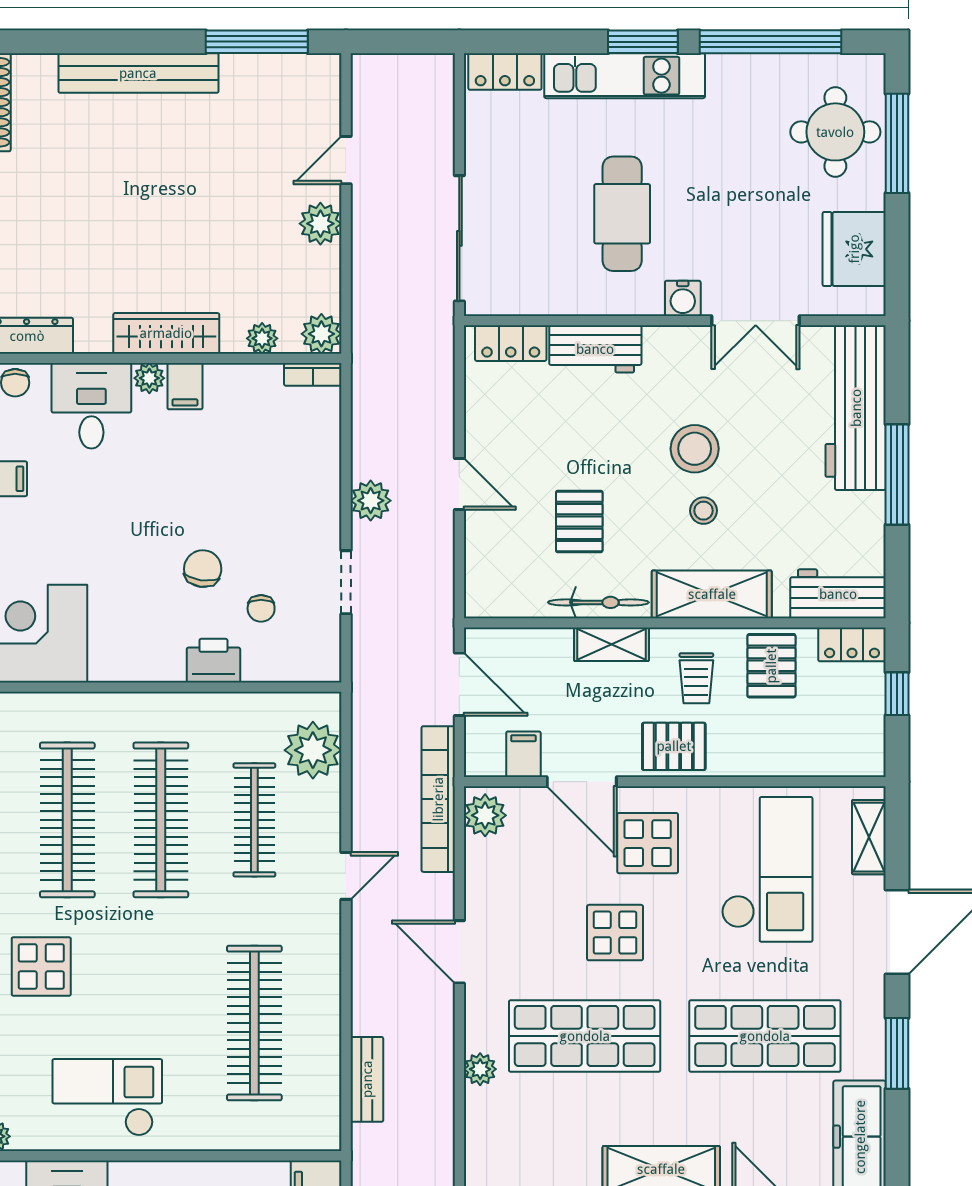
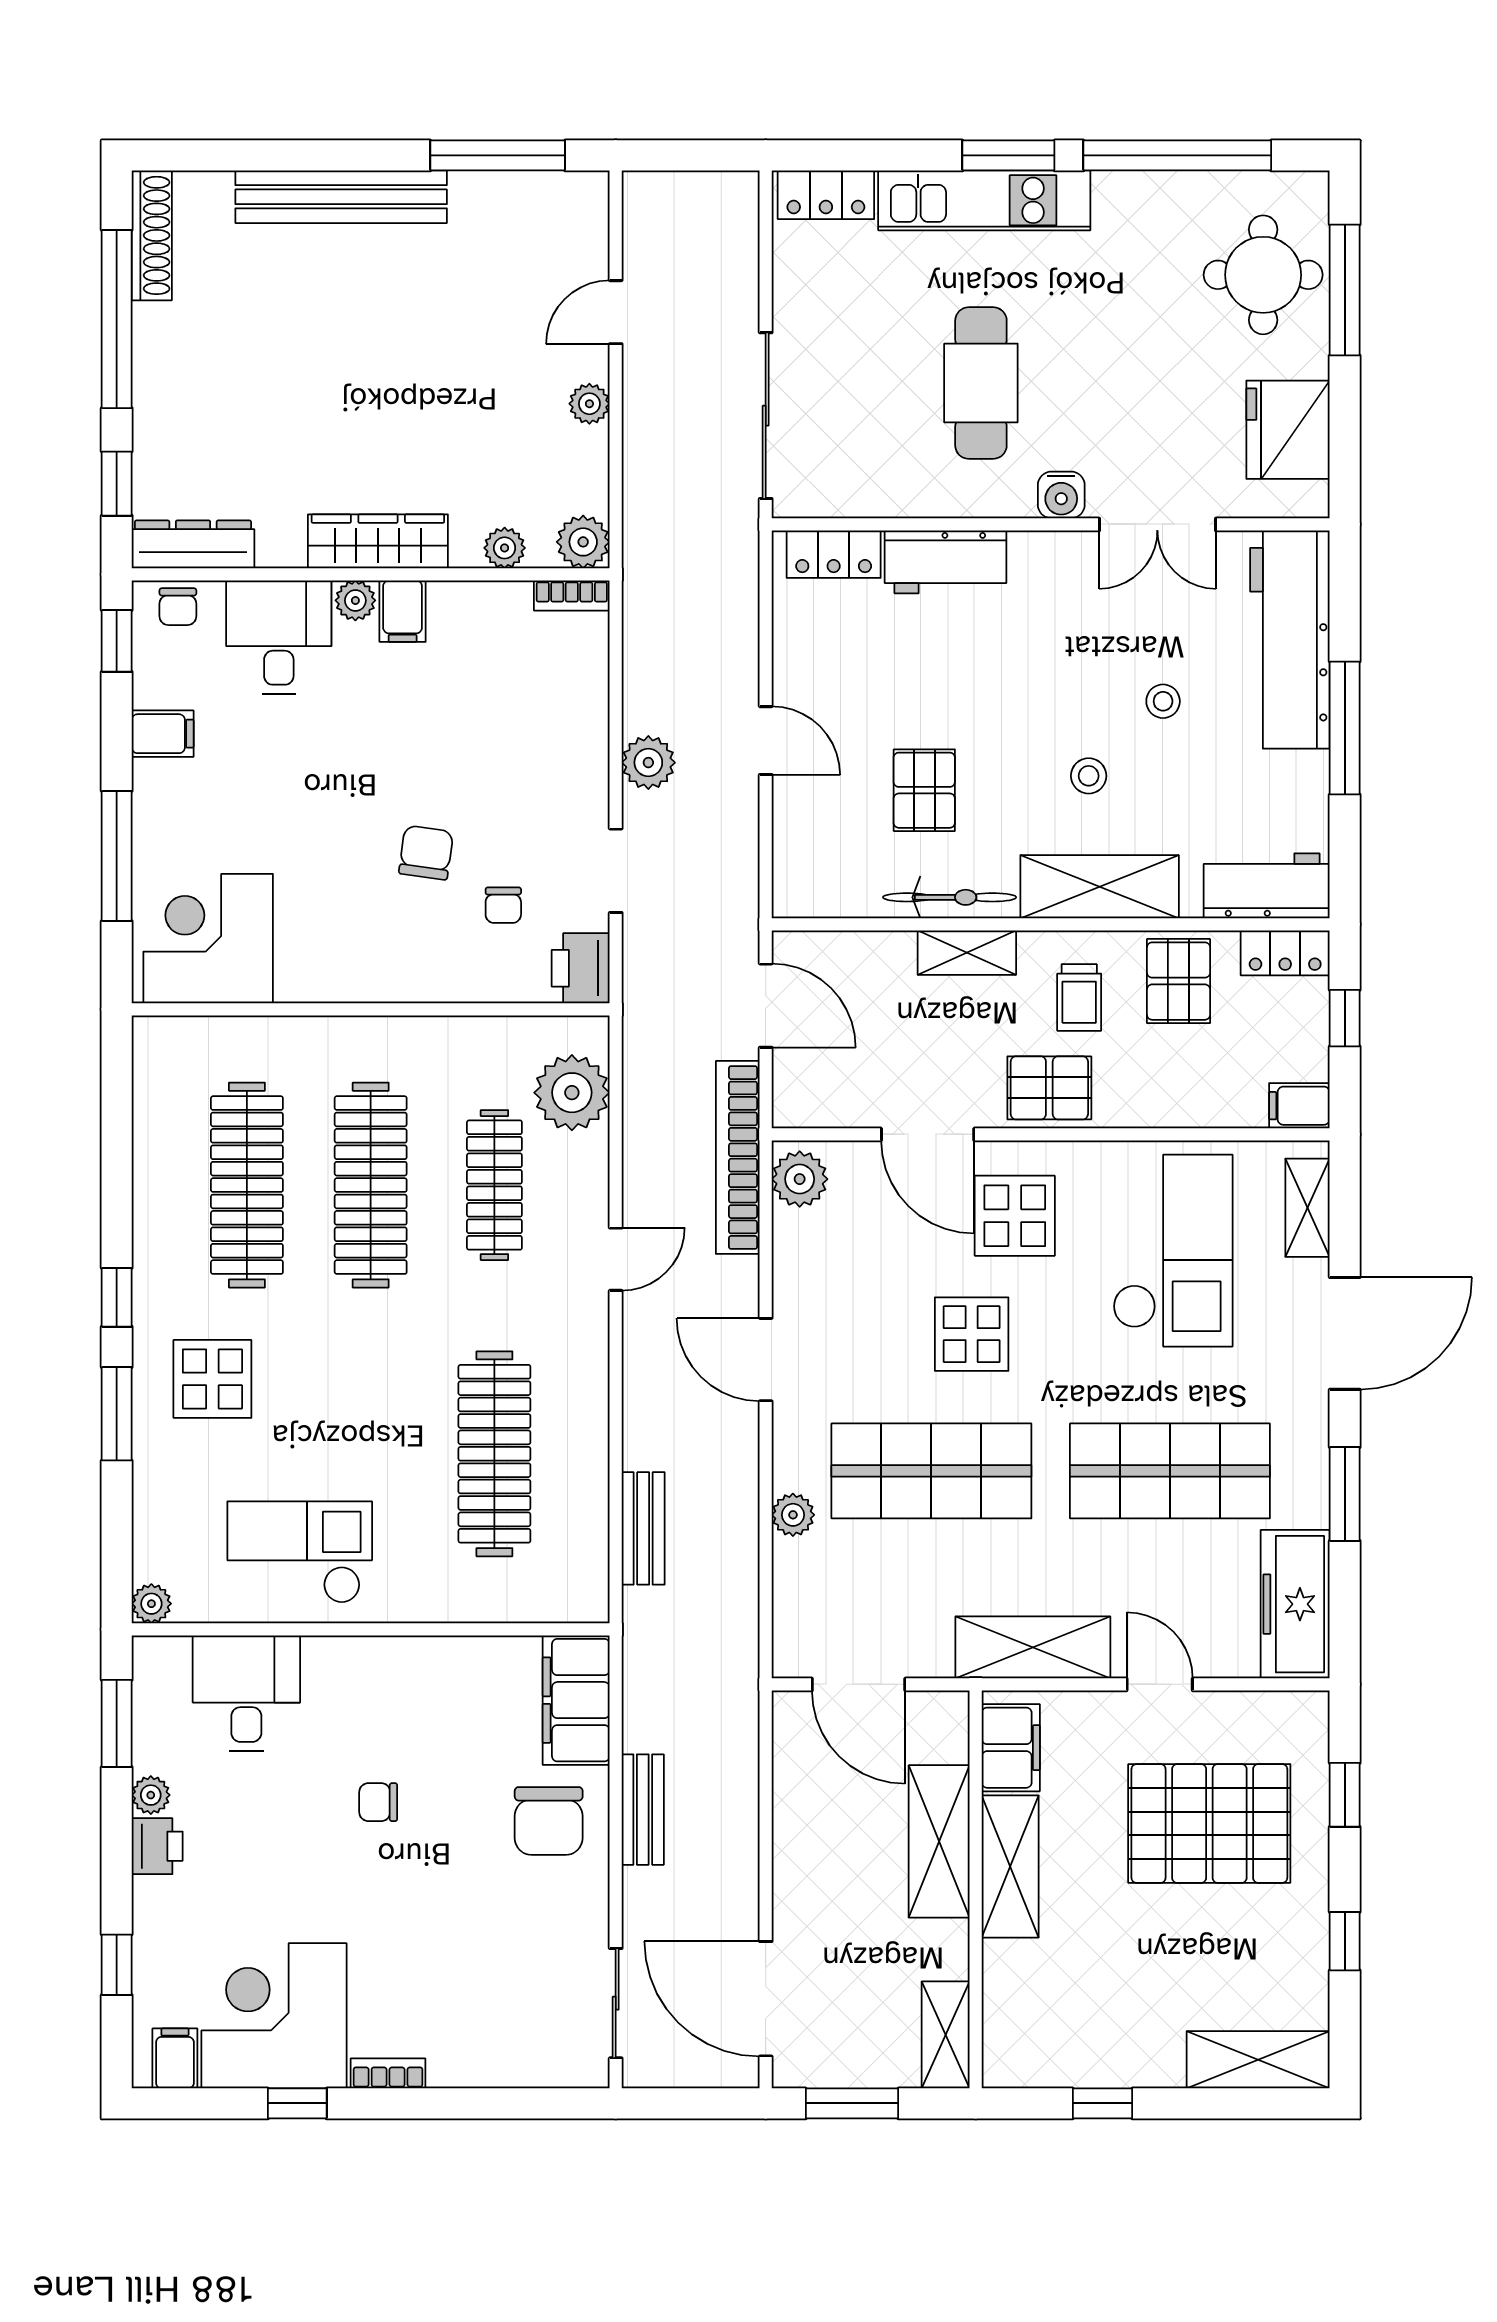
plant: (320, 224) -> (589, 404), width x0.73, depth x0.73
stool: (695, 449) -> (1163, 701), moved, width x0.53, depth x0.53
printer: (213, 661) -> (581, 968), moved, turned -90
filing cabinet: (523, 754) -> (1299, 1106), moved, turned -90

